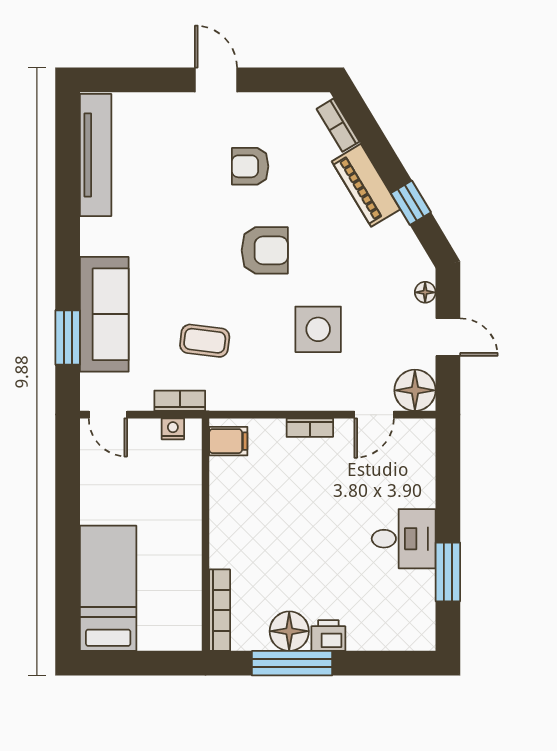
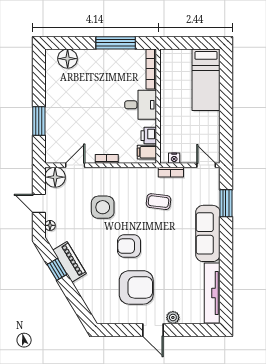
plant: (175, 105) -> (173, 317), added
bookcase: (338, 125) -> (93, 308), removed
armchair: (250, 166) -> (136, 287), width x1.88, depth x1.88
piano: (366, 185) -> (69, 262), moved
sofa: (104, 314) -> (208, 233), moved
desk: (404, 539) -> (141, 105), moved, turned 180
window: (448, 572) -> (39, 121), moved
floor lamp: (289, 631) -> (68, 59), moved
printer: (328, 635) -> (149, 136), moved, turned 90

